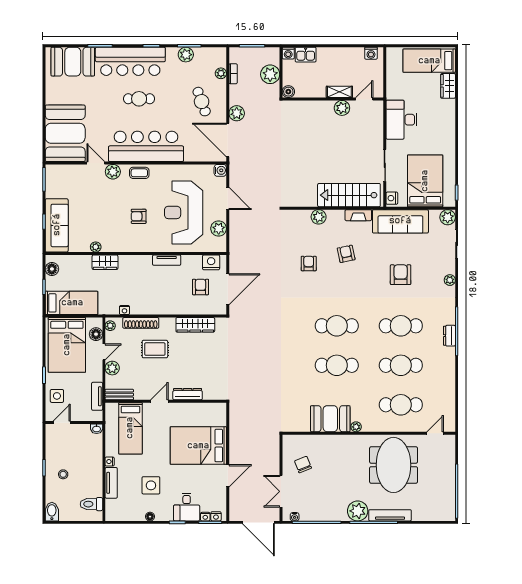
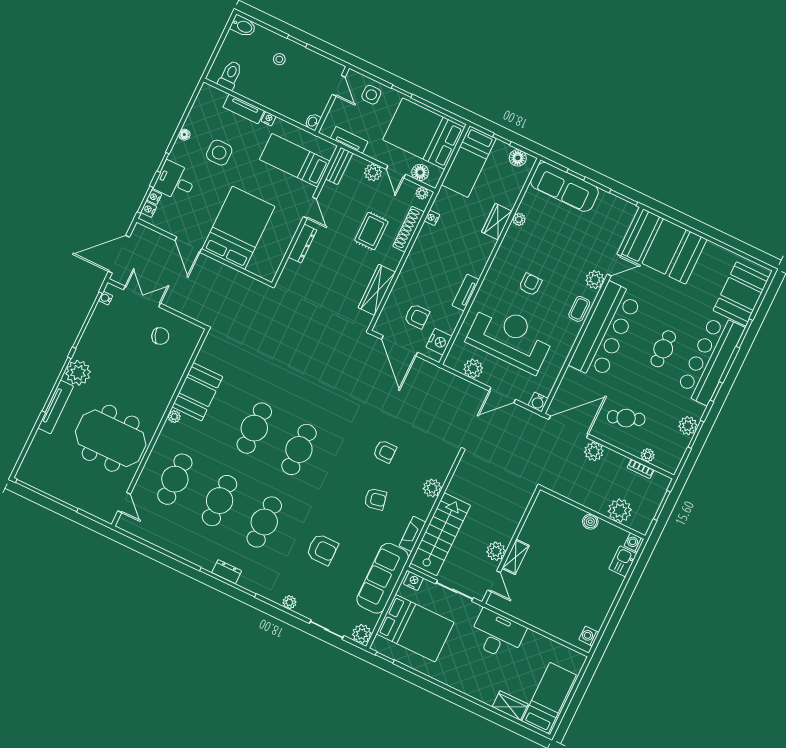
shelving: (339, 92) -> (516, 557), moved
wall: (333, 99) -> (511, 546), moved
door: (364, 99) -> (494, 581), moved
plant: (342, 108) -> (496, 551), moved

